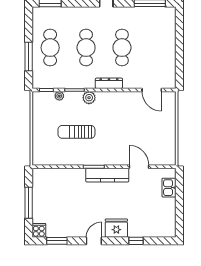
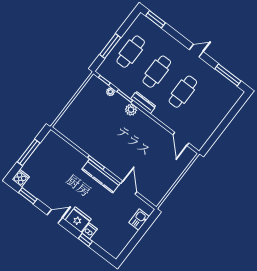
dresser: (109, 83) -> (143, 102), moved
sun lounger: (76, 132) -> (103, 128), removed
dishwasher: (134, 230) -> (89, 231), added

